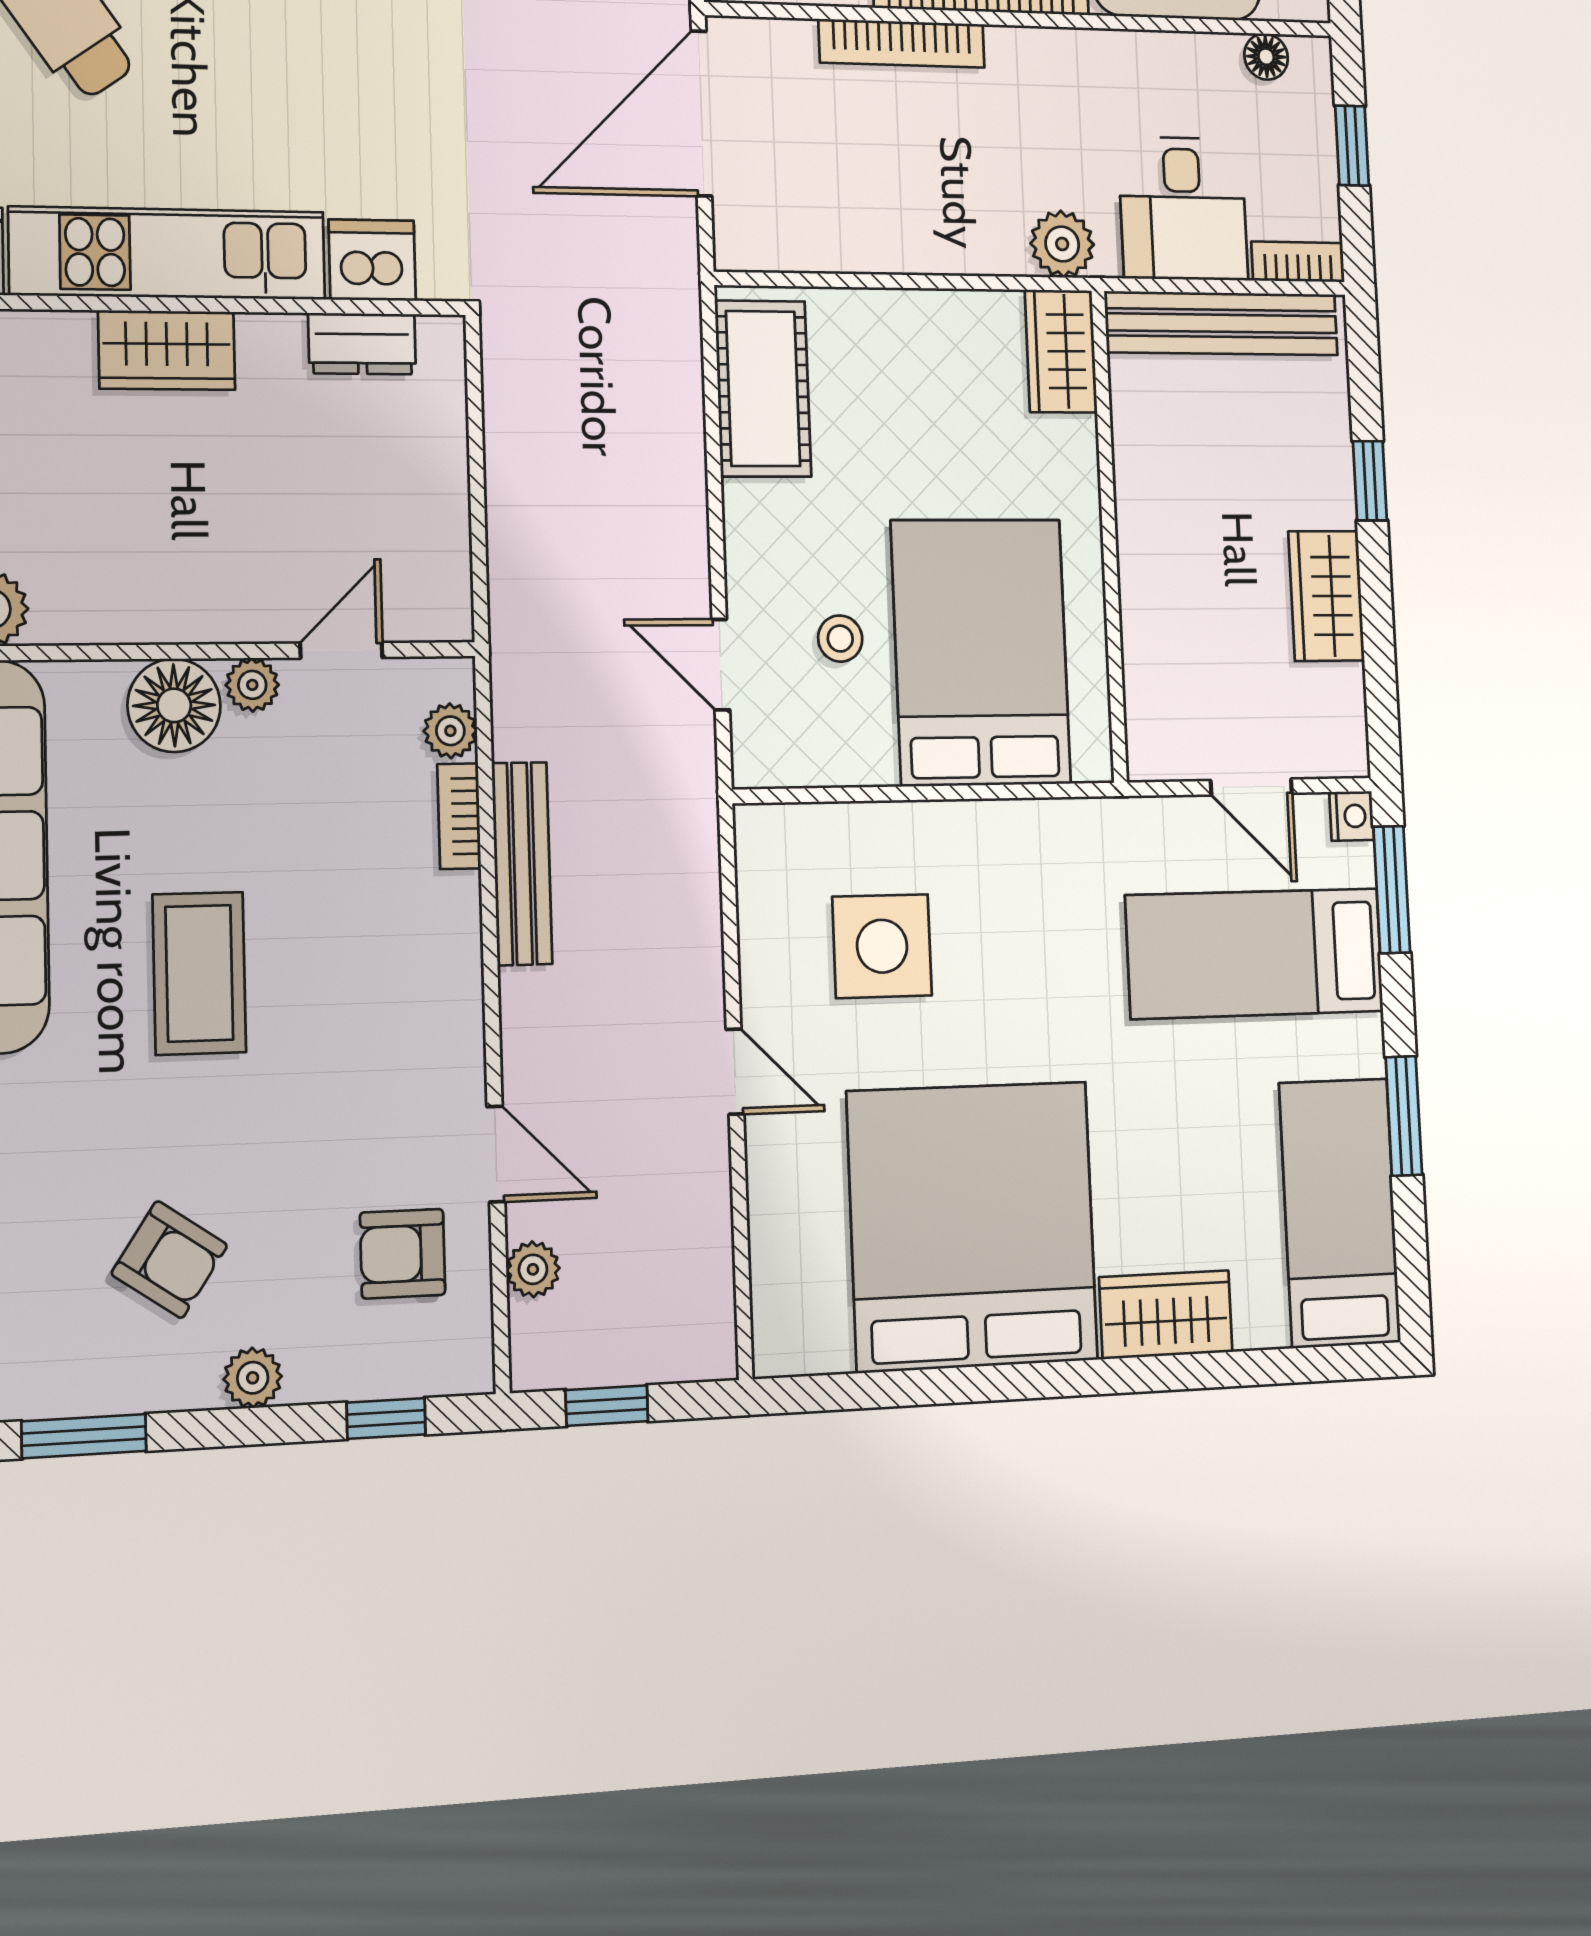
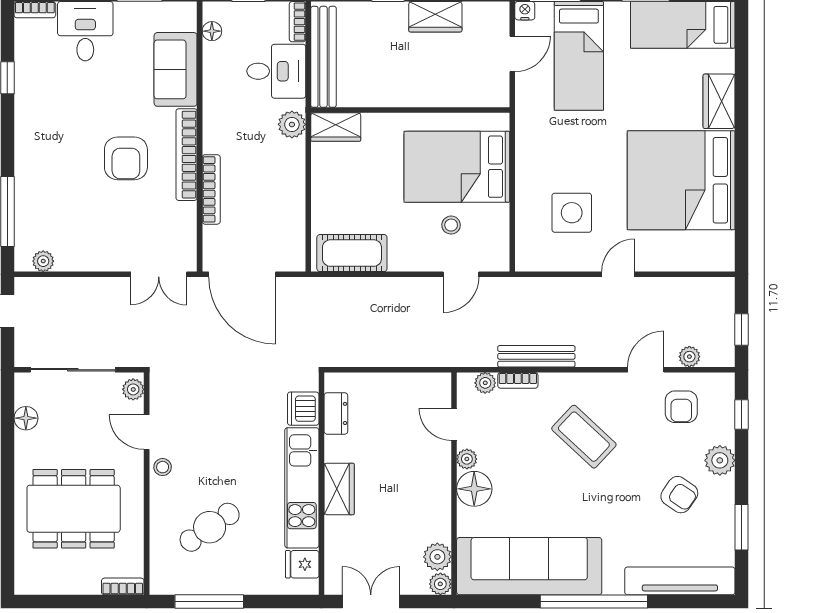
coffee table: (199, 973) -> (584, 437), moved, turned 43
armchair: (169, 1260) -> (679, 495), turned 90
plant: (253, 1378) -> (720, 460), width x1.38, depth x1.38

